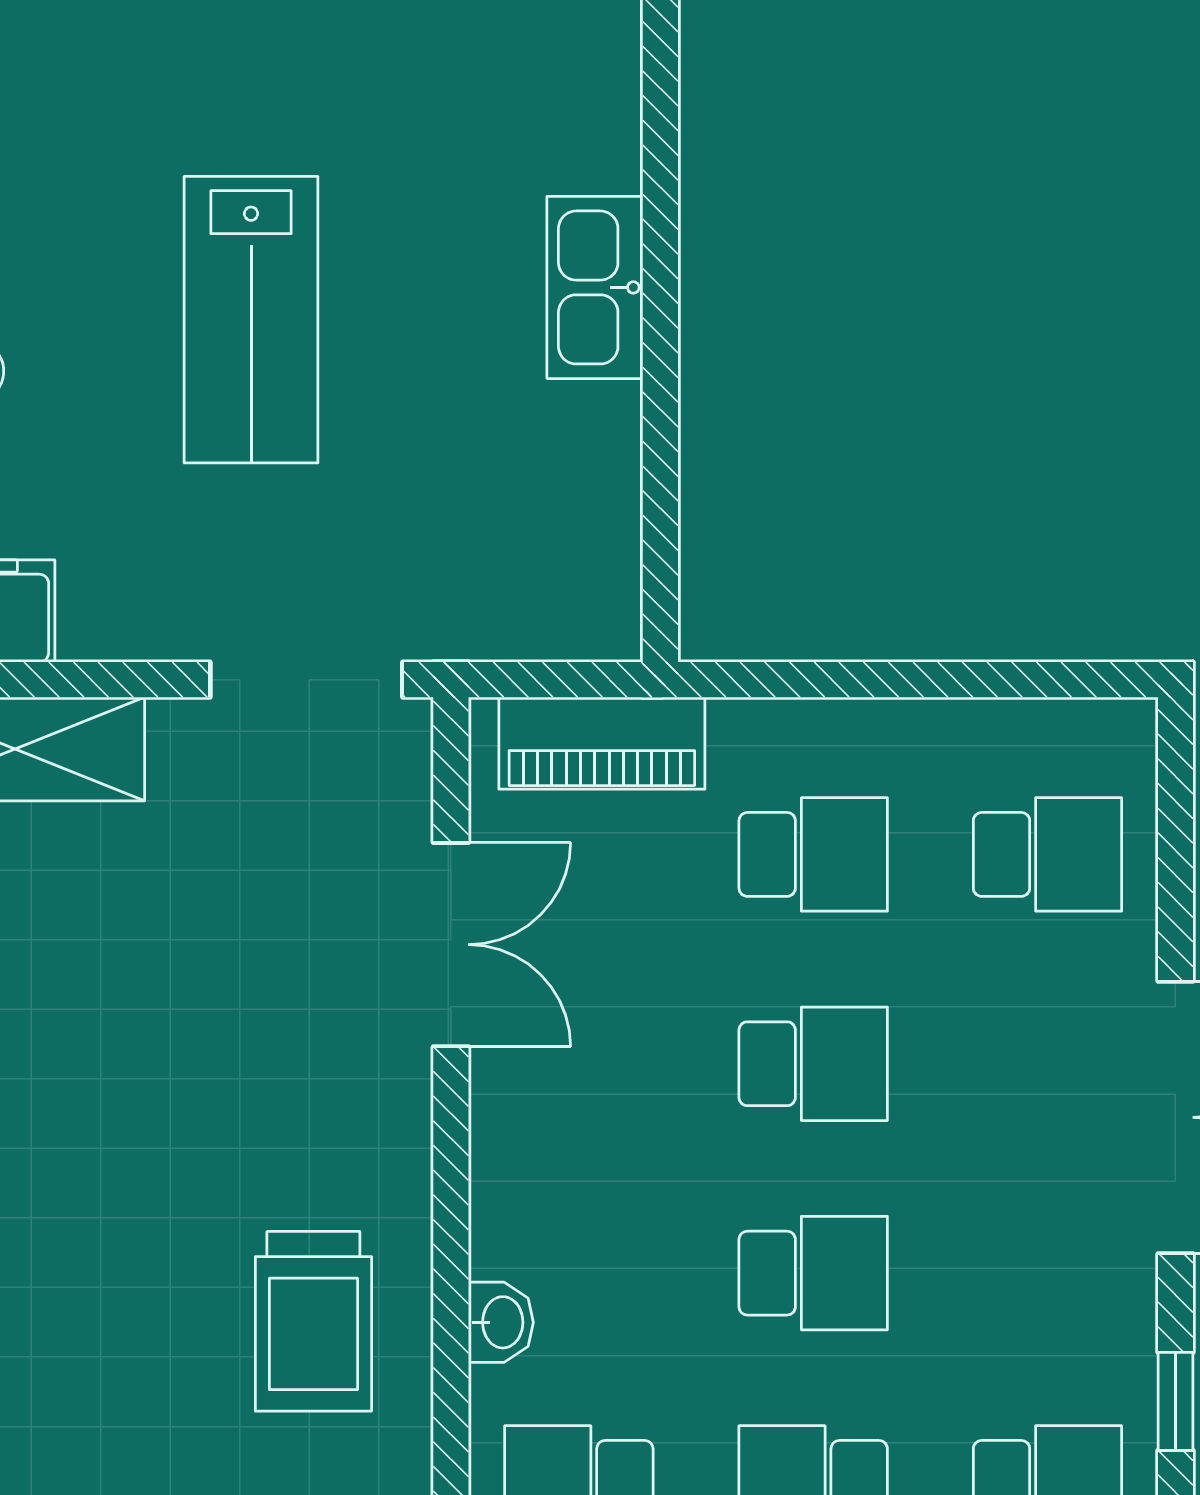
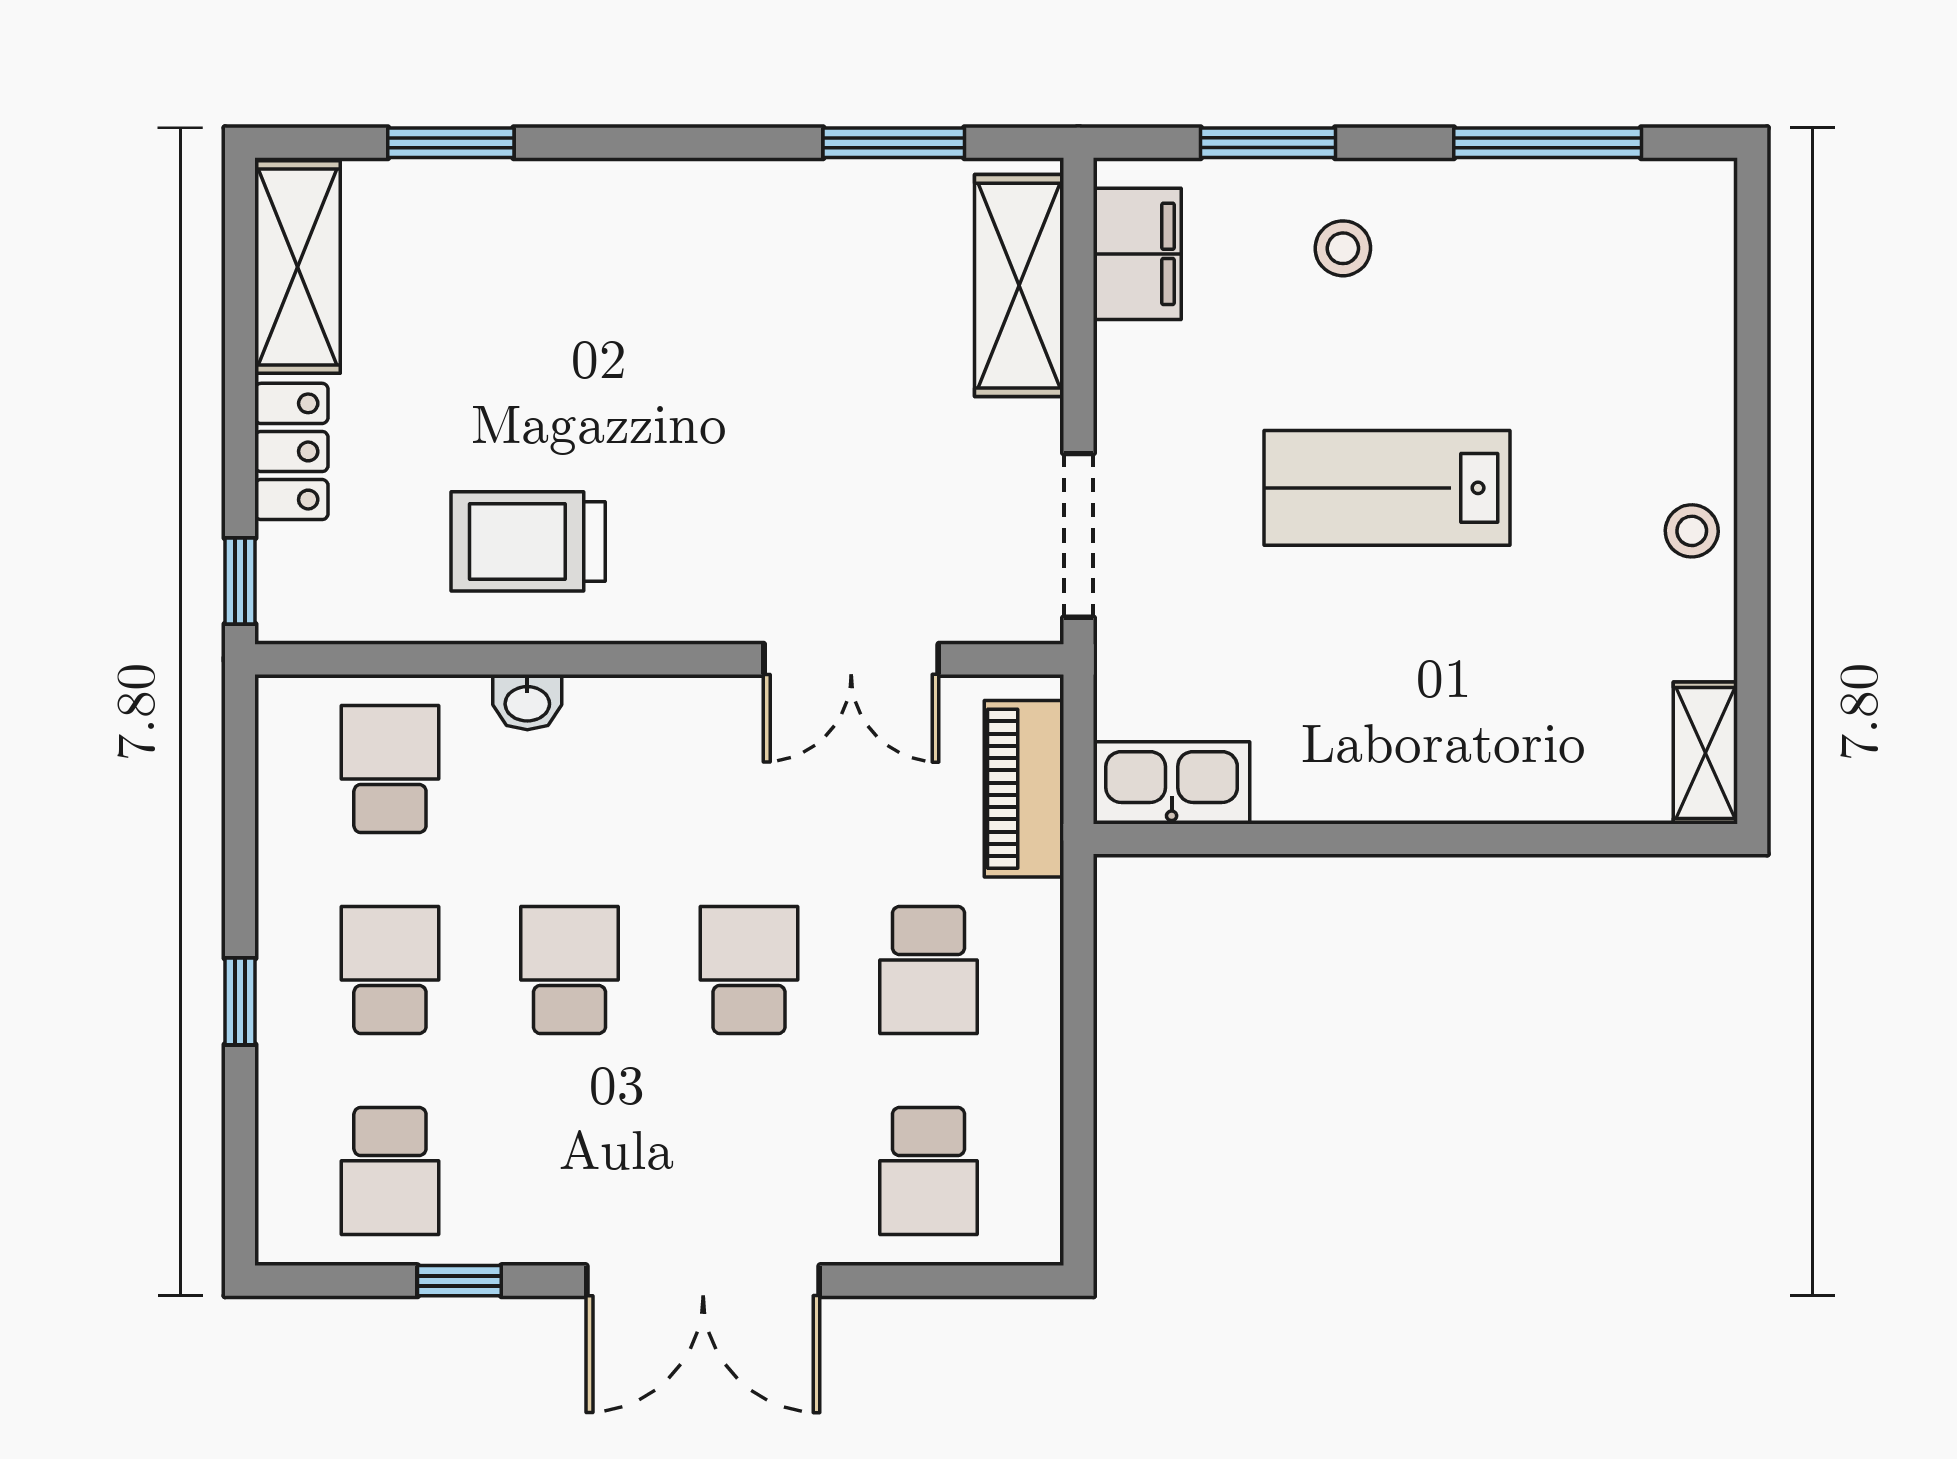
kitchen sink: (595, 287) -> (1172, 783), moved
school desk: (813, 1064) -> (749, 970), turned 180
school desk: (813, 1273) -> (569, 970), turned 180

